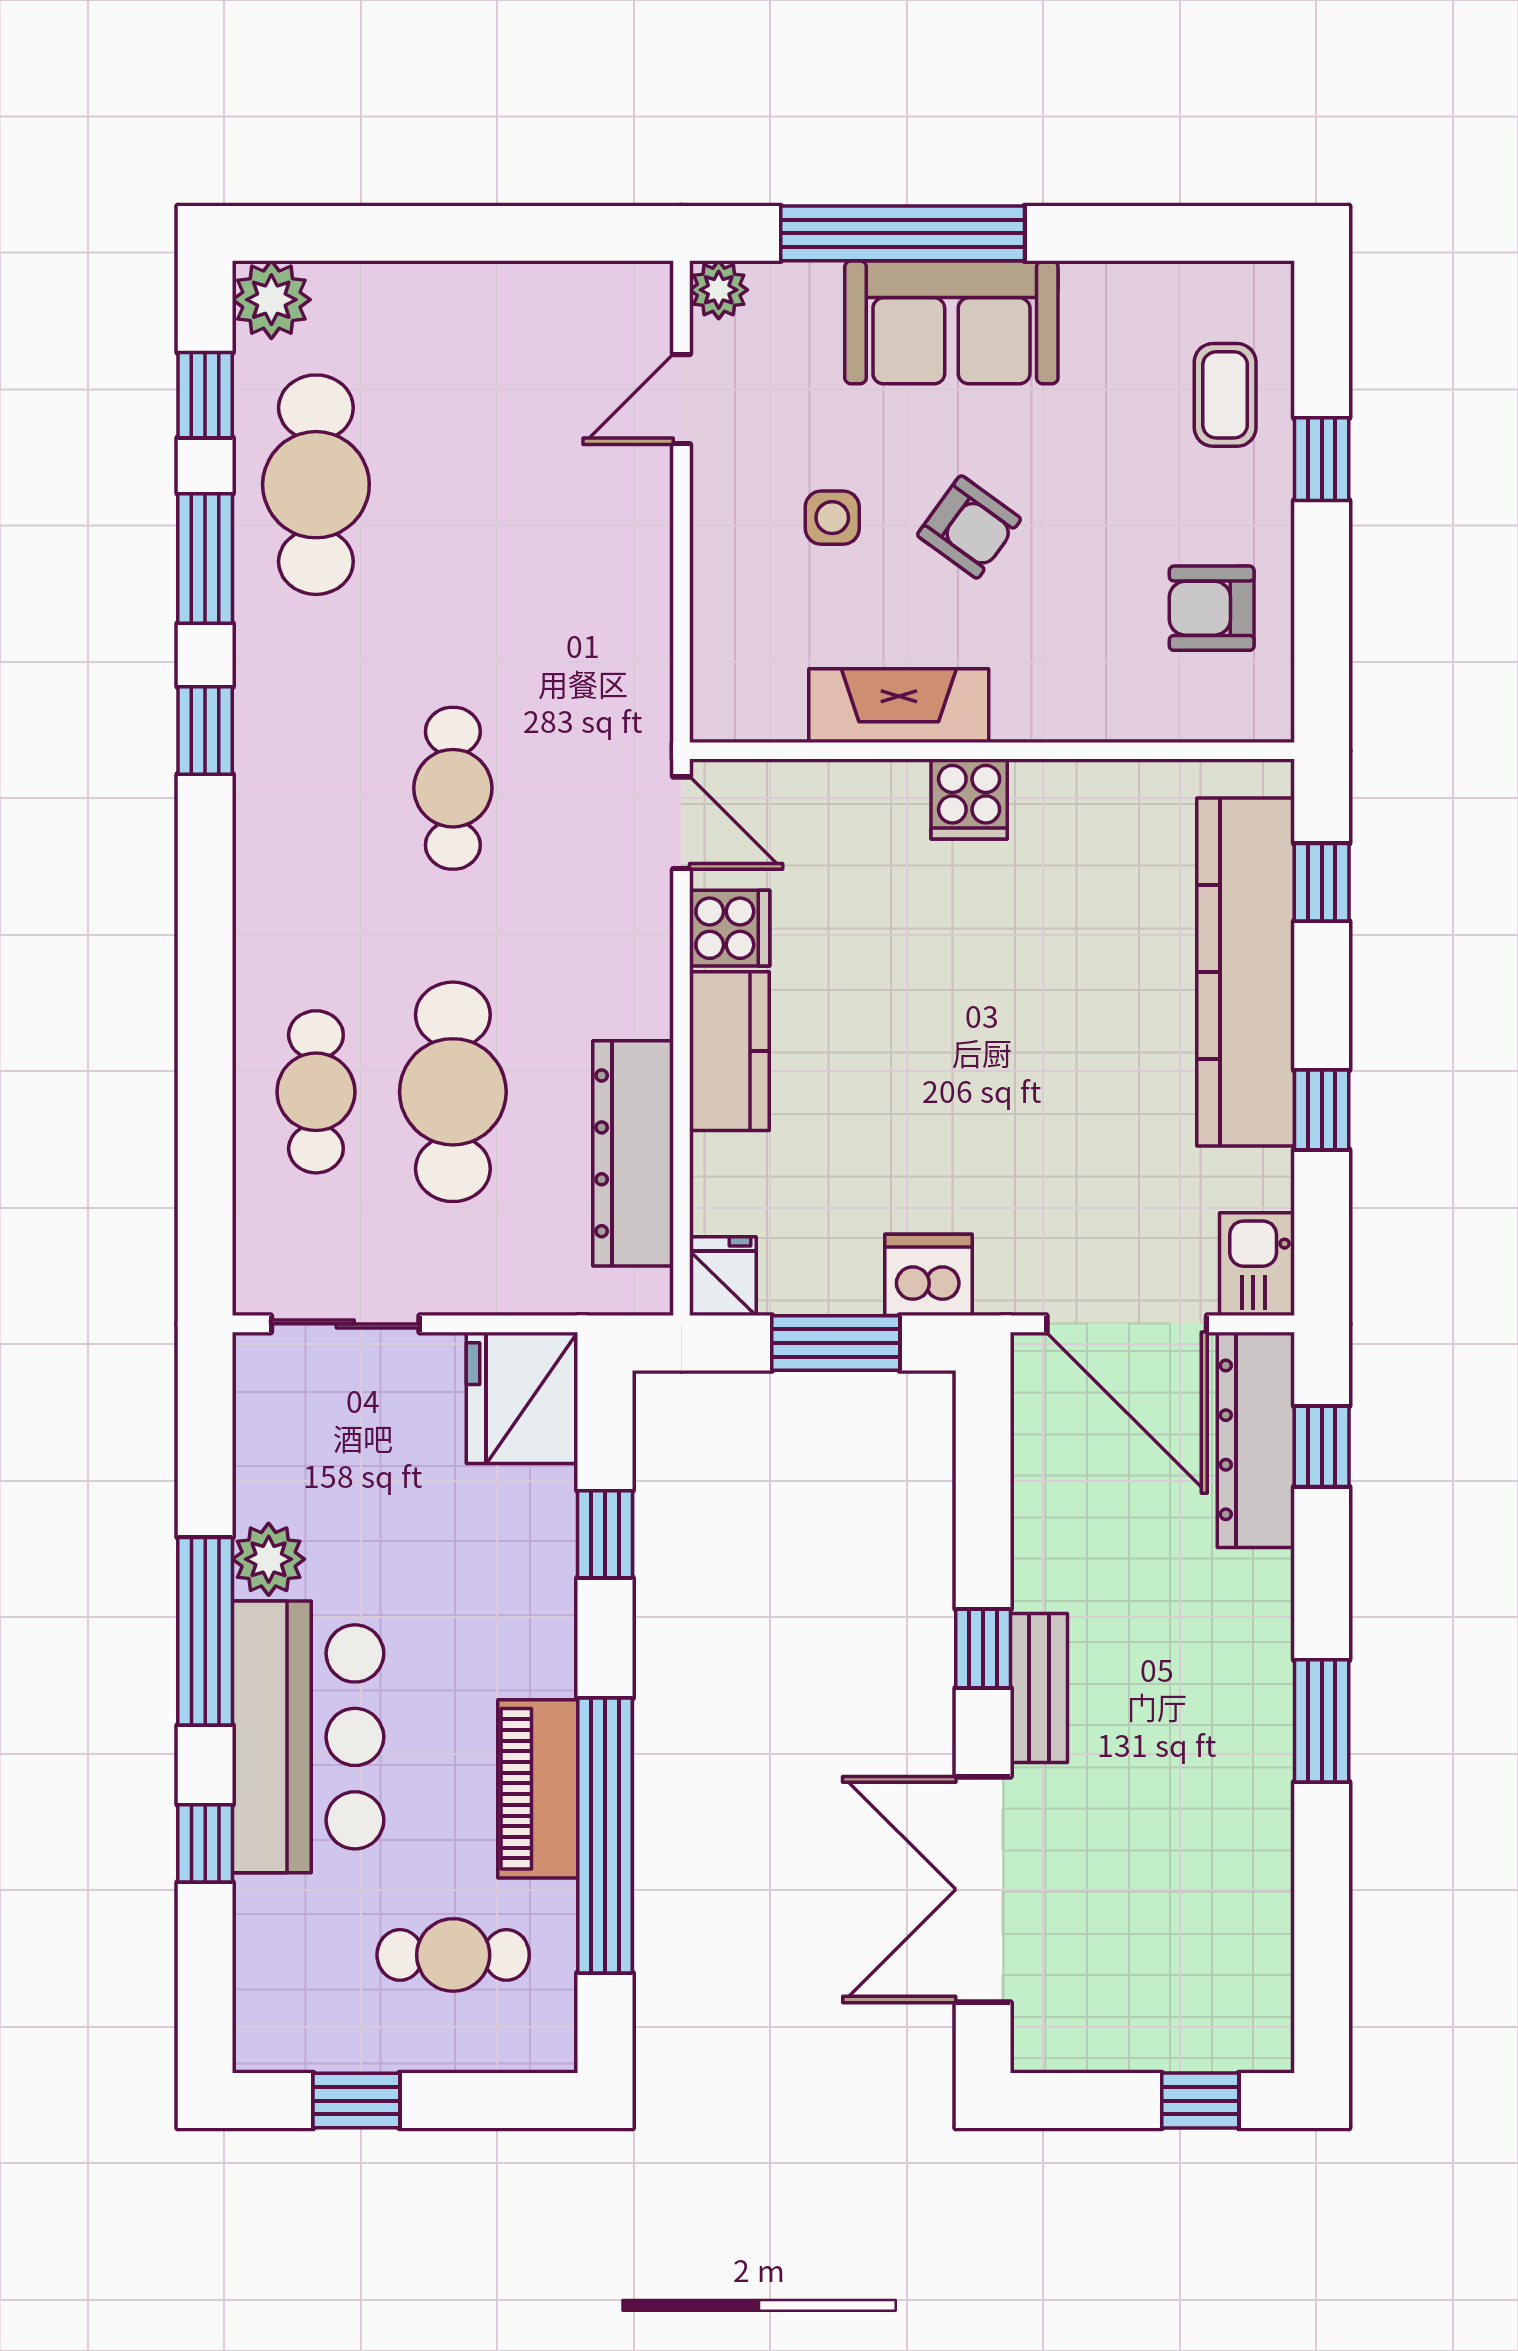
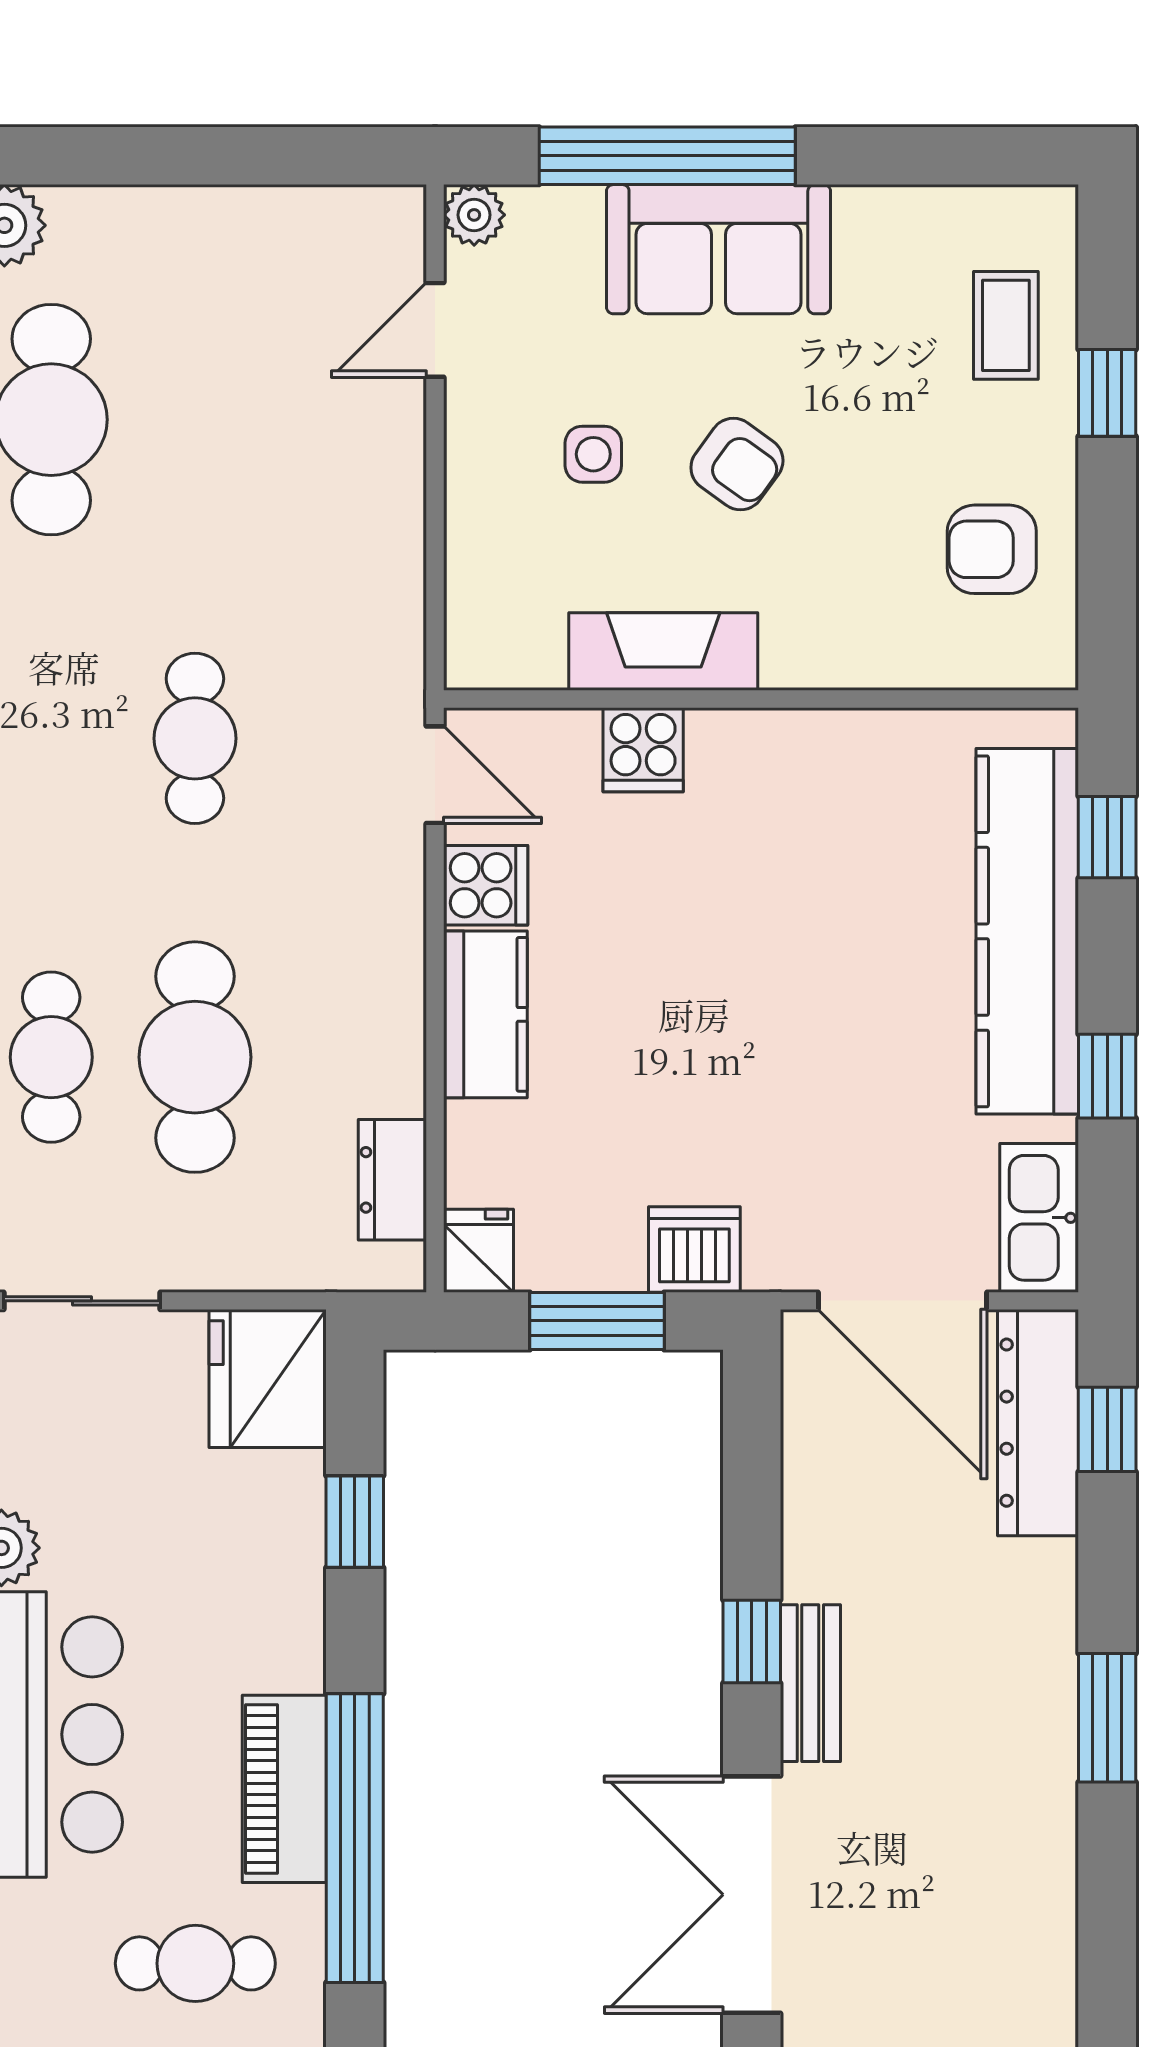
cooker: (969, 799) -> (643, 750), moved
dresser: (633, 1153) -> (392, 1180), width x0.51, depth x0.80
kitchen sink: (1257, 1264) -> (1039, 1218), width x1.38

